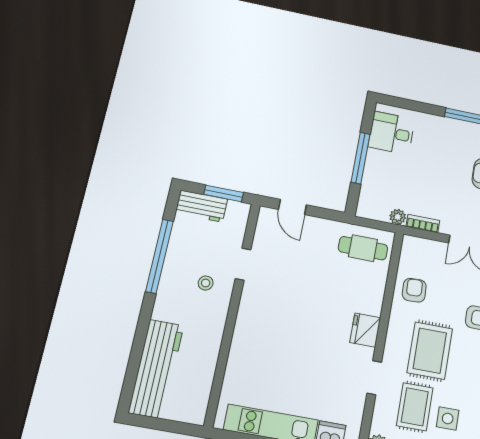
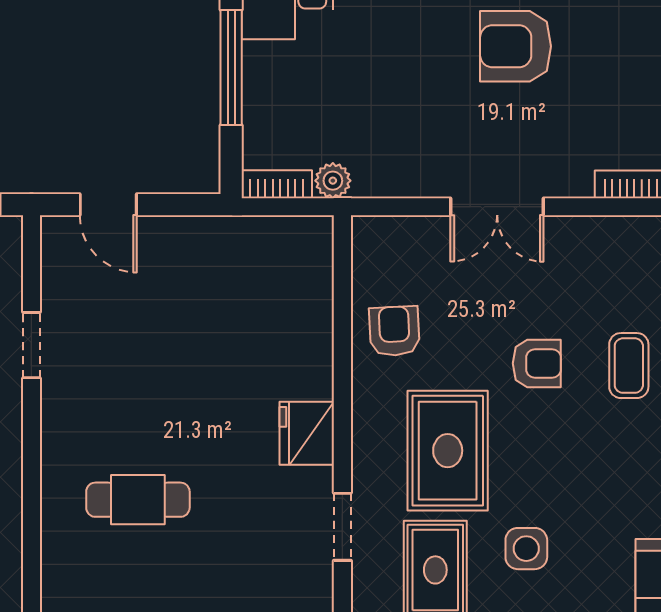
bookcase: (423, 224) -> (277, 184), moved
cafe table: (363, 248) -> (138, 500), moved
side table: (448, 418) -> (526, 549), moved

